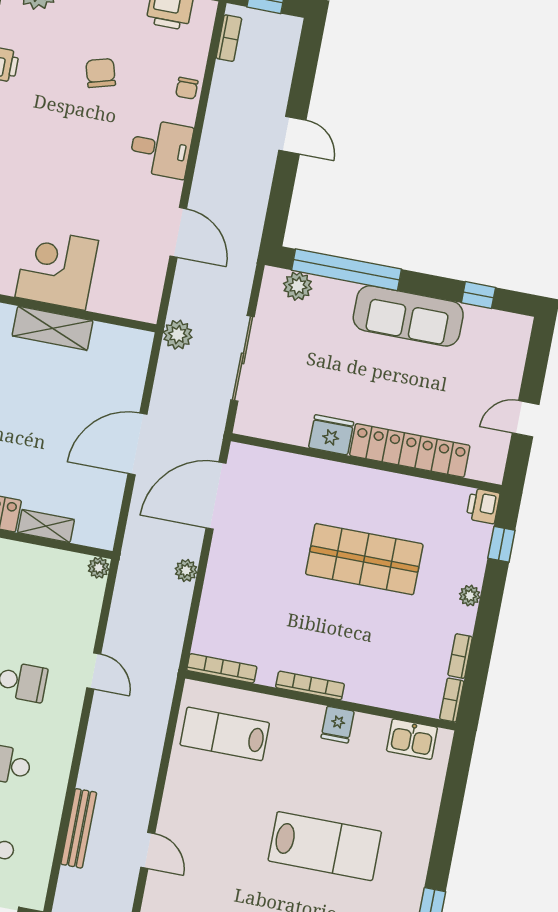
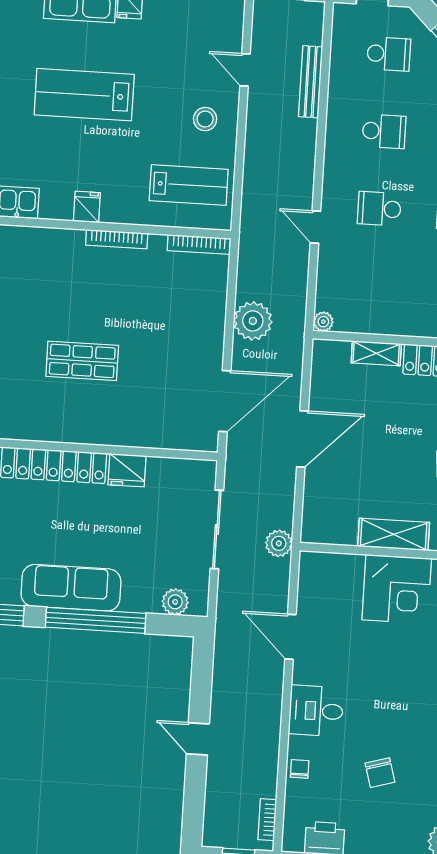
window: (346, 270) -> (96, 620), moved
shop shelf: (364, 559) -> (82, 361), width x0.70, depth x0.74
plant: (186, 570) -> (253, 321), width x1.88, depth x1.88
stool: (198, 803) -> (205, 119), added

